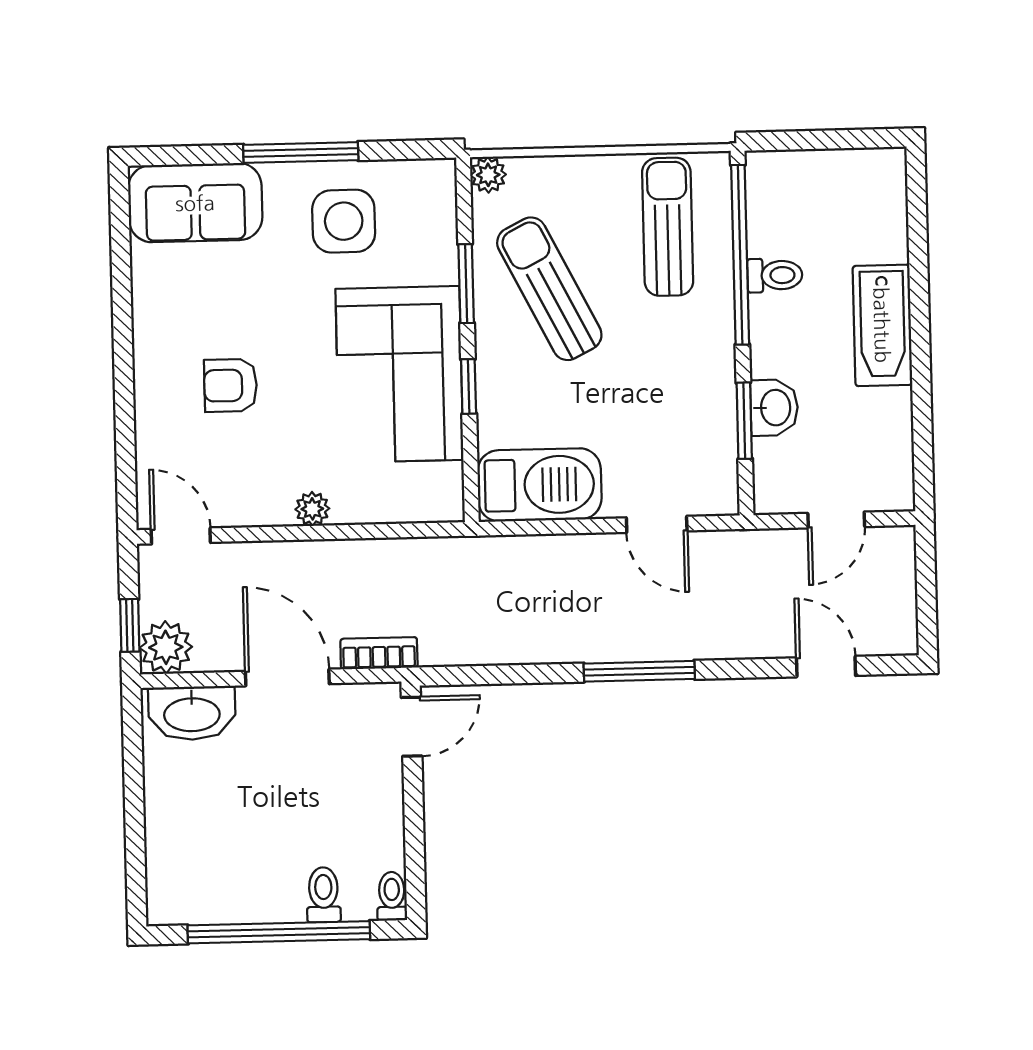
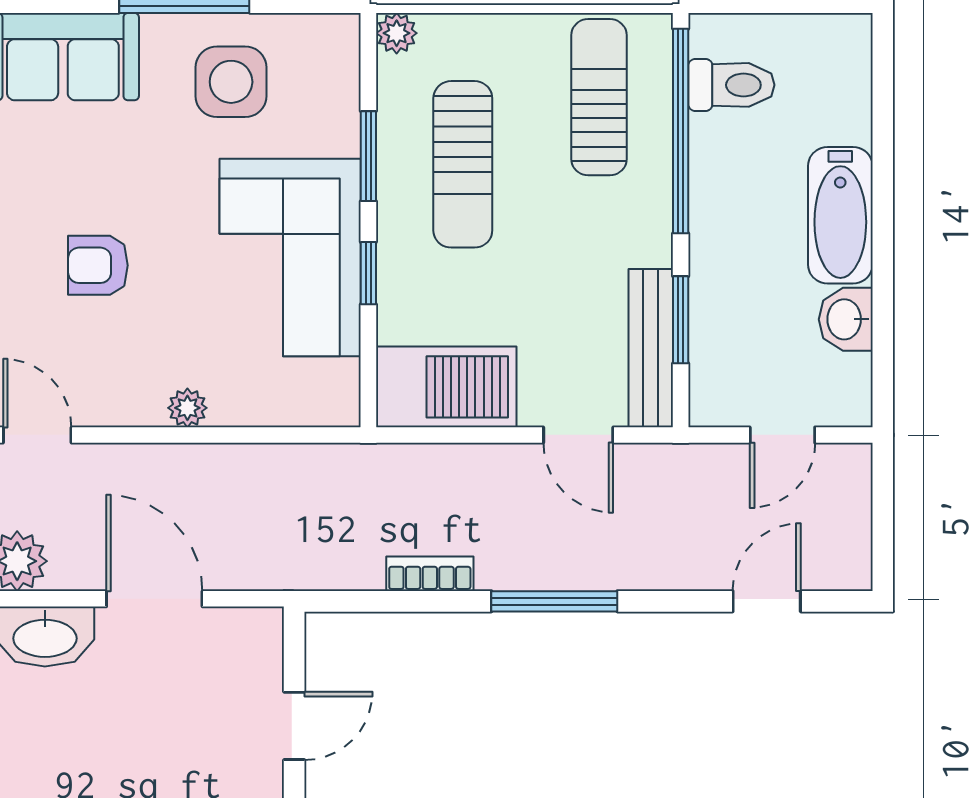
toilet: (775, 275) -> (731, 85), moved, width x1.37, depth x1.39
sun lounger: (549, 289) -> (463, 164), turned -153
washbasin: (774, 408) -> (846, 319), moved, turned 180
bench: (719, 446) -> (651, 348), added
bookcase: (379, 653) -> (430, 574), moved
door: (826, 667) -> (767, 601), hinge flipped
door: (412, 727) -> (294, 726), moved

